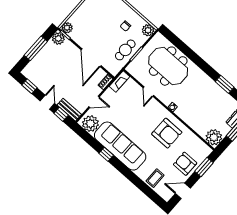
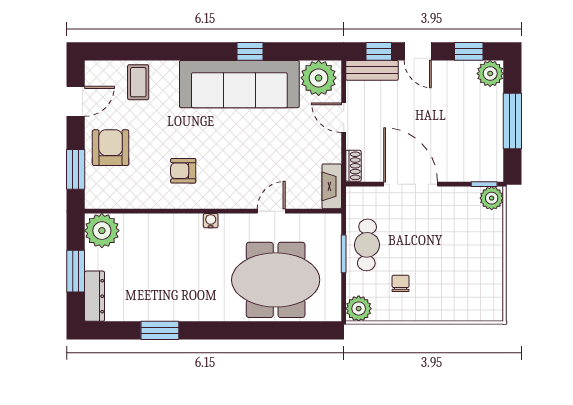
plant: (58, 38) -> (490, 74), moved
door: (148, 92) -> (271, 211), hinge flipped
door: (94, 102) -> (344, 118), hinge flipped
armchair: (167, 133) -> (183, 171), width x0.53, depth x0.53
armchair: (185, 164) -> (111, 148), turned -90

